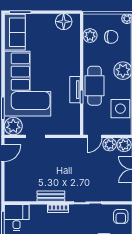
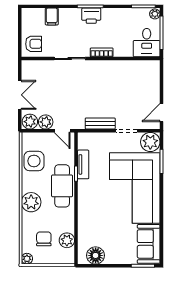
chair: (111, 37) -> (44, 239), turned 90
tv unit: (75, 90) -> (83, 164), moved
door: (94, 136) -> (62, 131), swing flipped
bench: (51, 196) -> (100, 123), moved
armchair: (121, 217) -> (34, 44), turned 90

